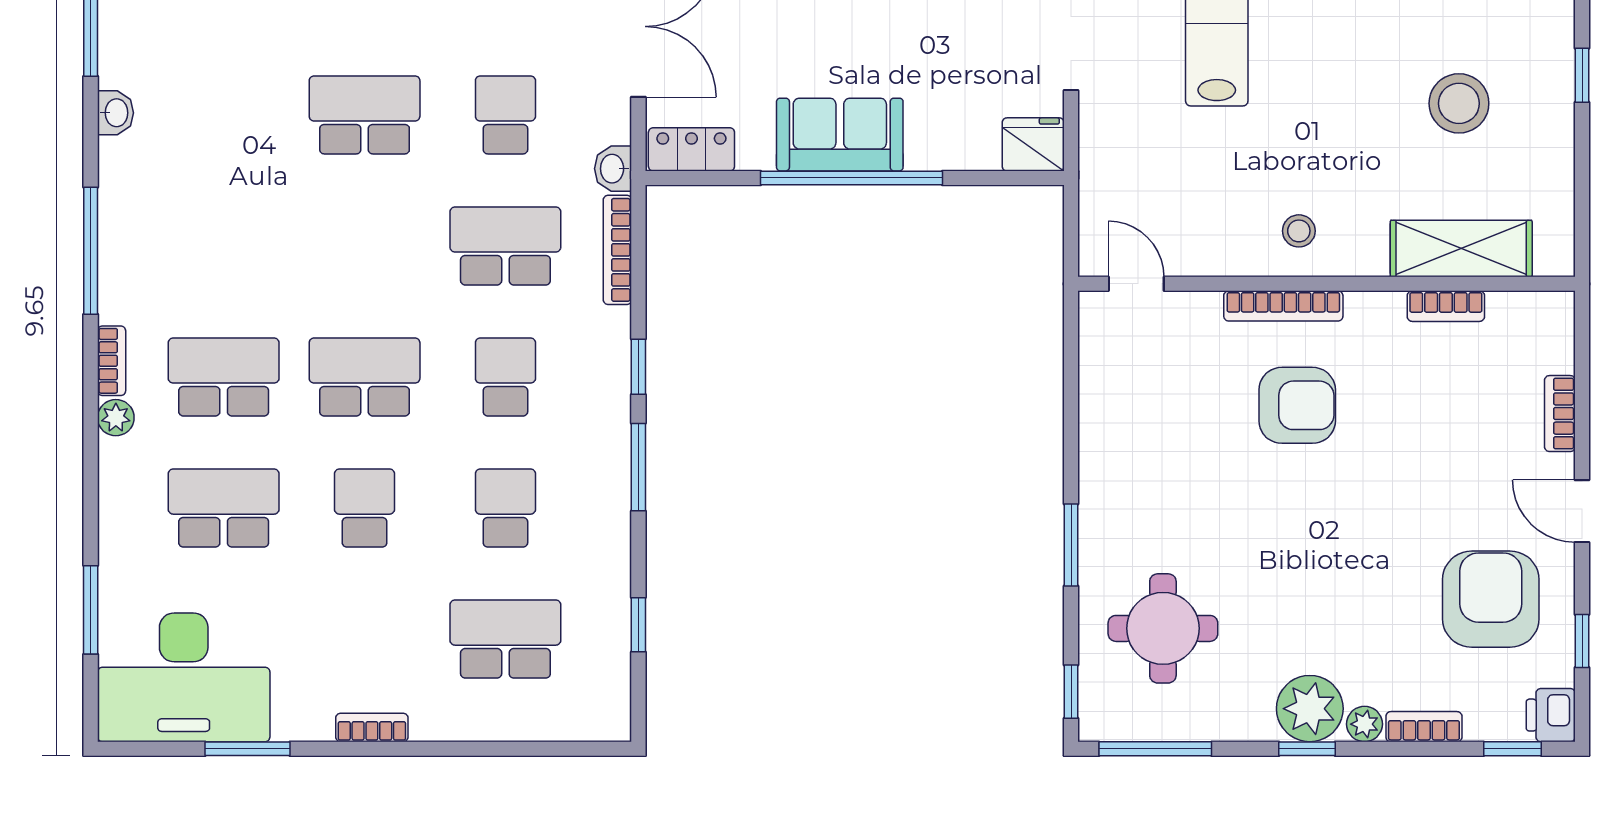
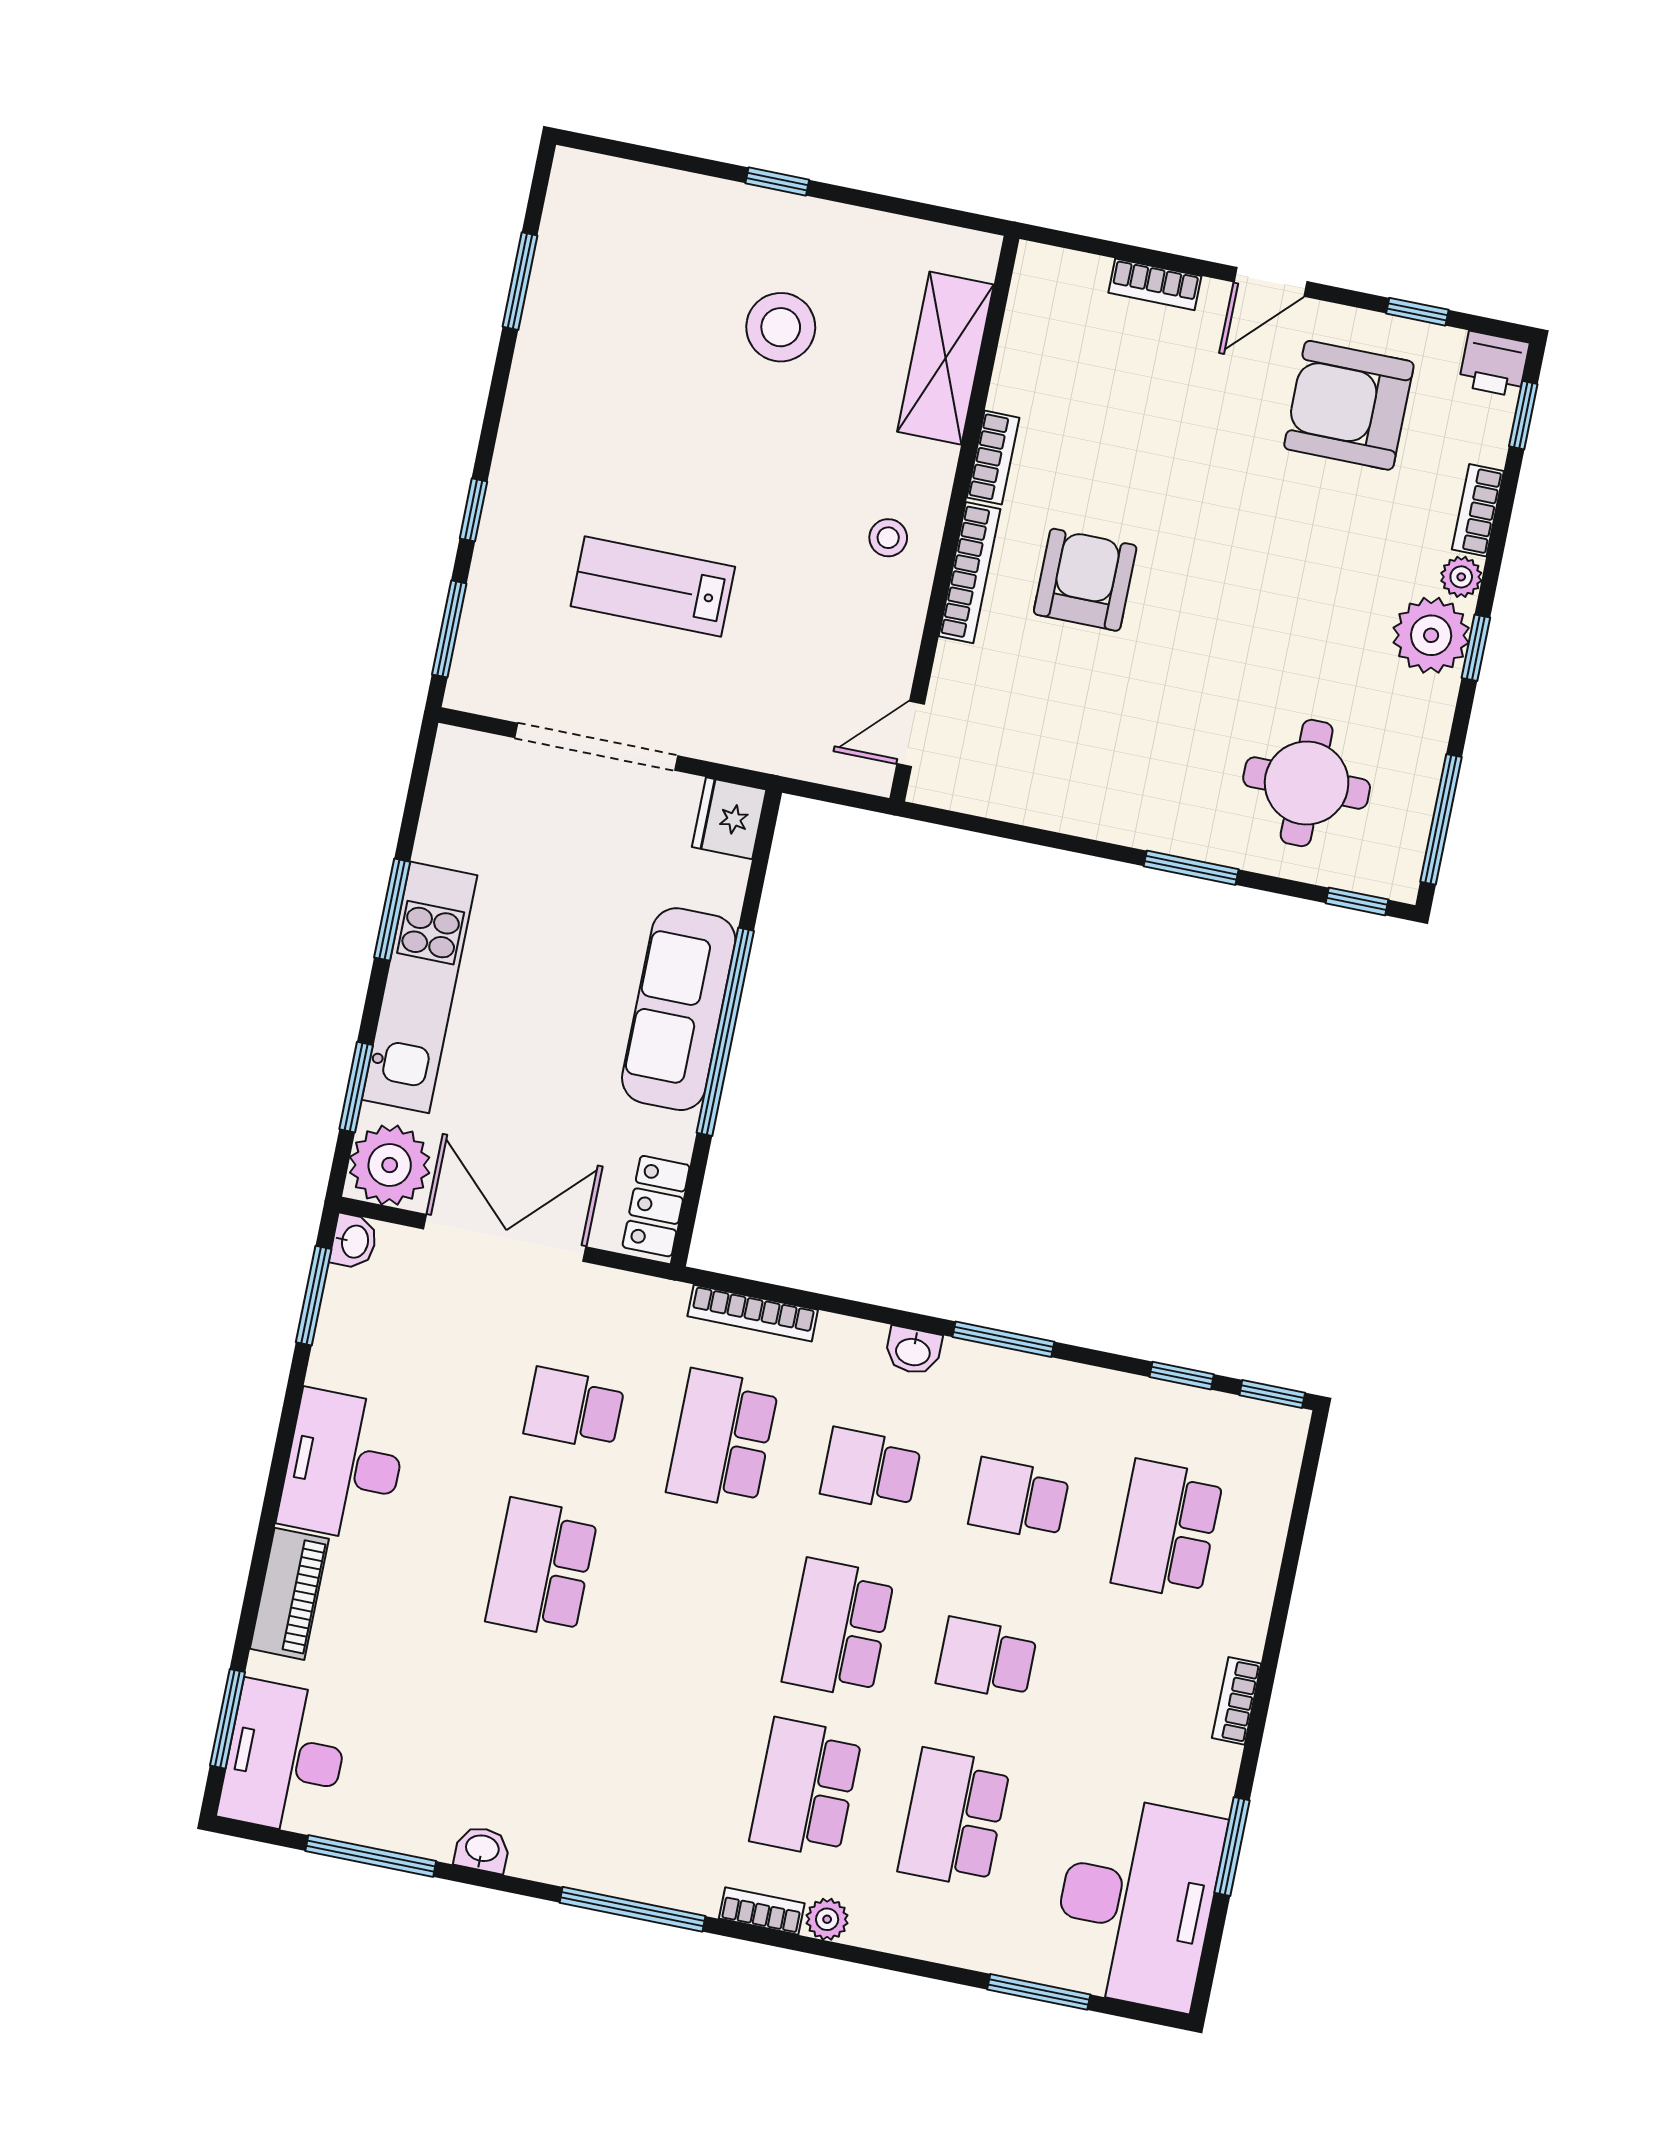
sofa: (840, 135) -> (679, 1009), width x1.36
washbasin: (613, 169) -> (913, 1351), moved
bookcase: (1446, 306) -> (993, 458), moved
window: (638, 367) -> (1272, 1394), moved

